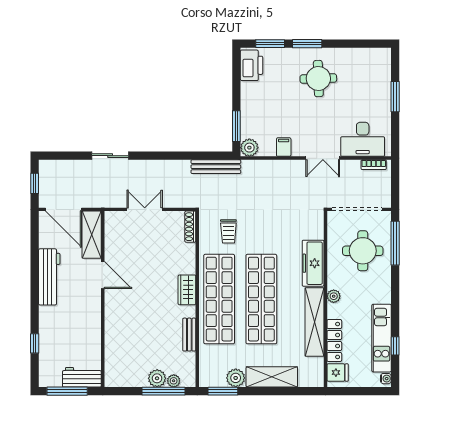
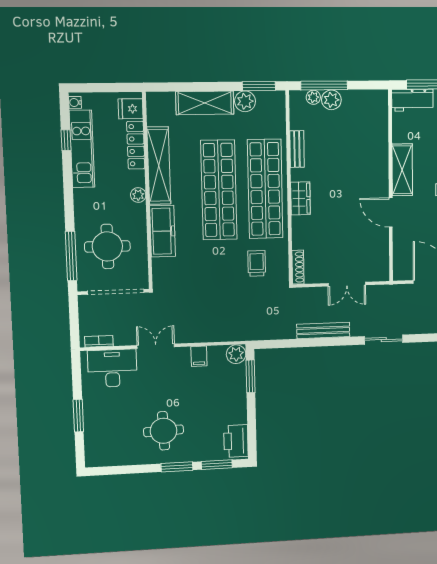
bench: (216, 167) -> (323, 330), moved
shelving: (92, 235) -> (402, 170), moved

